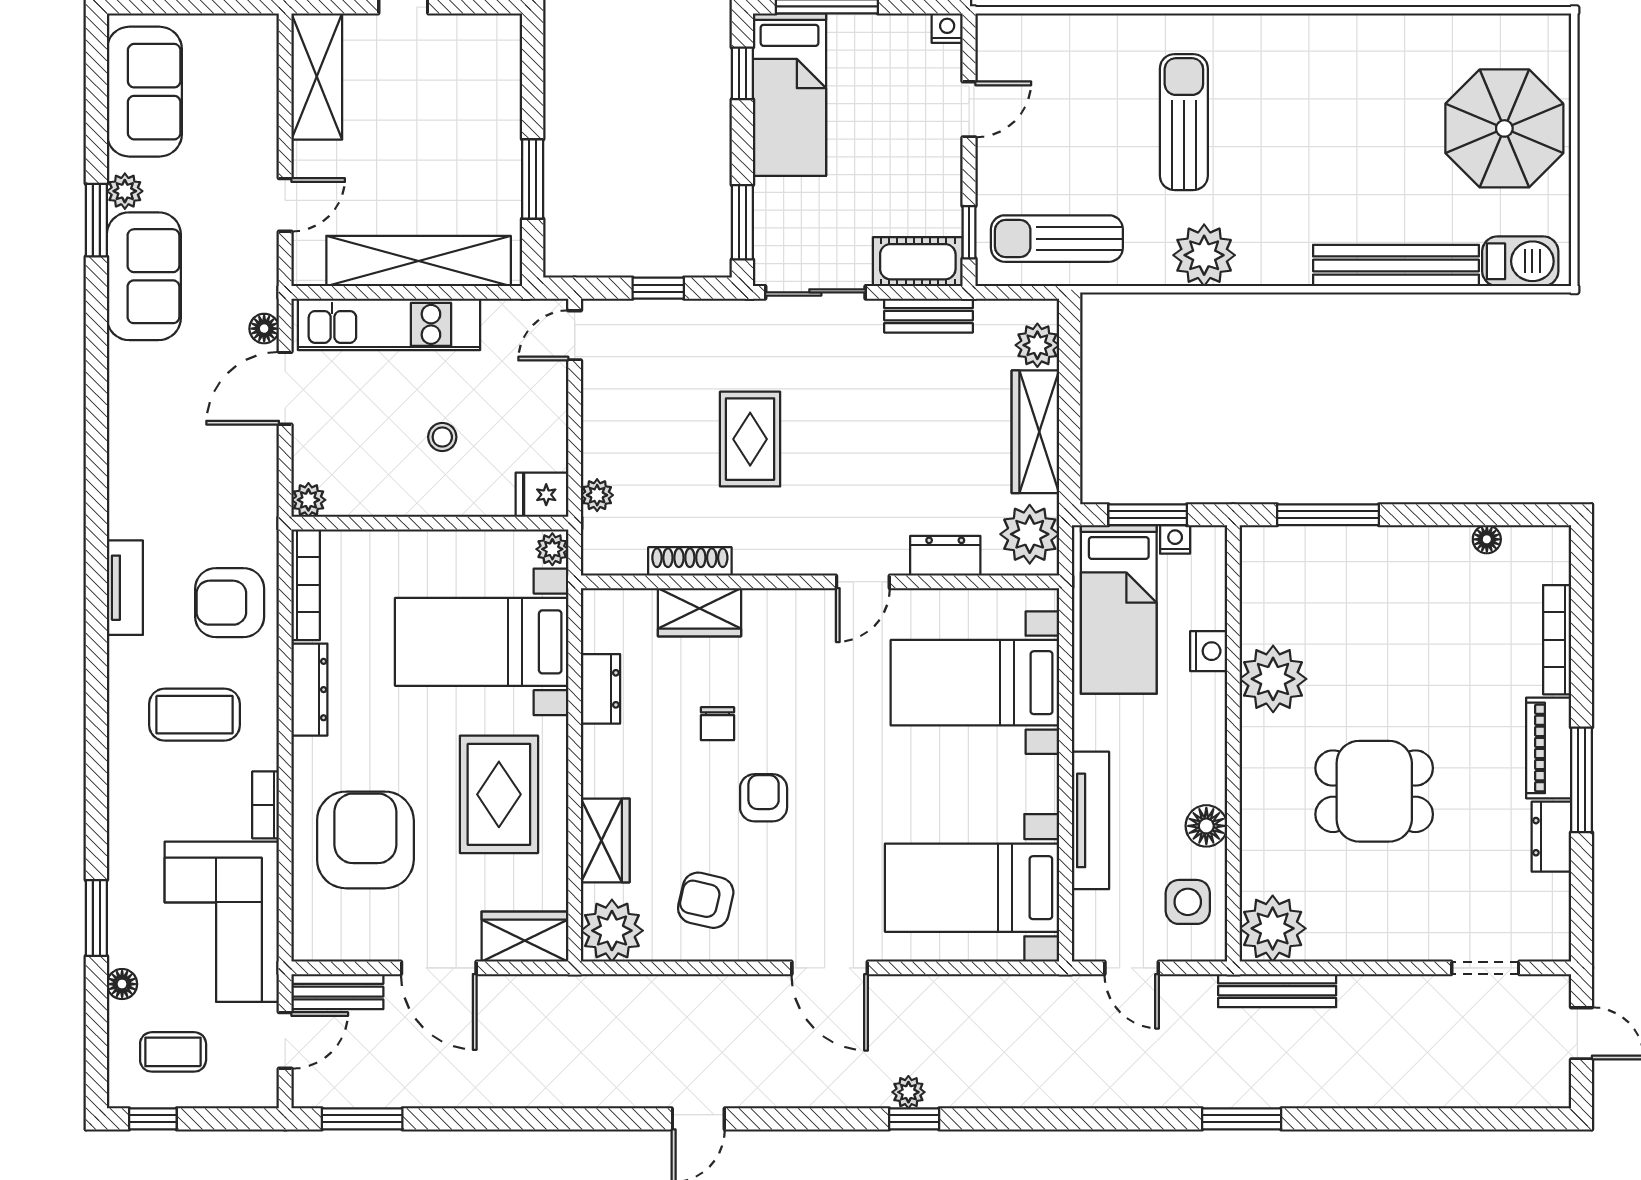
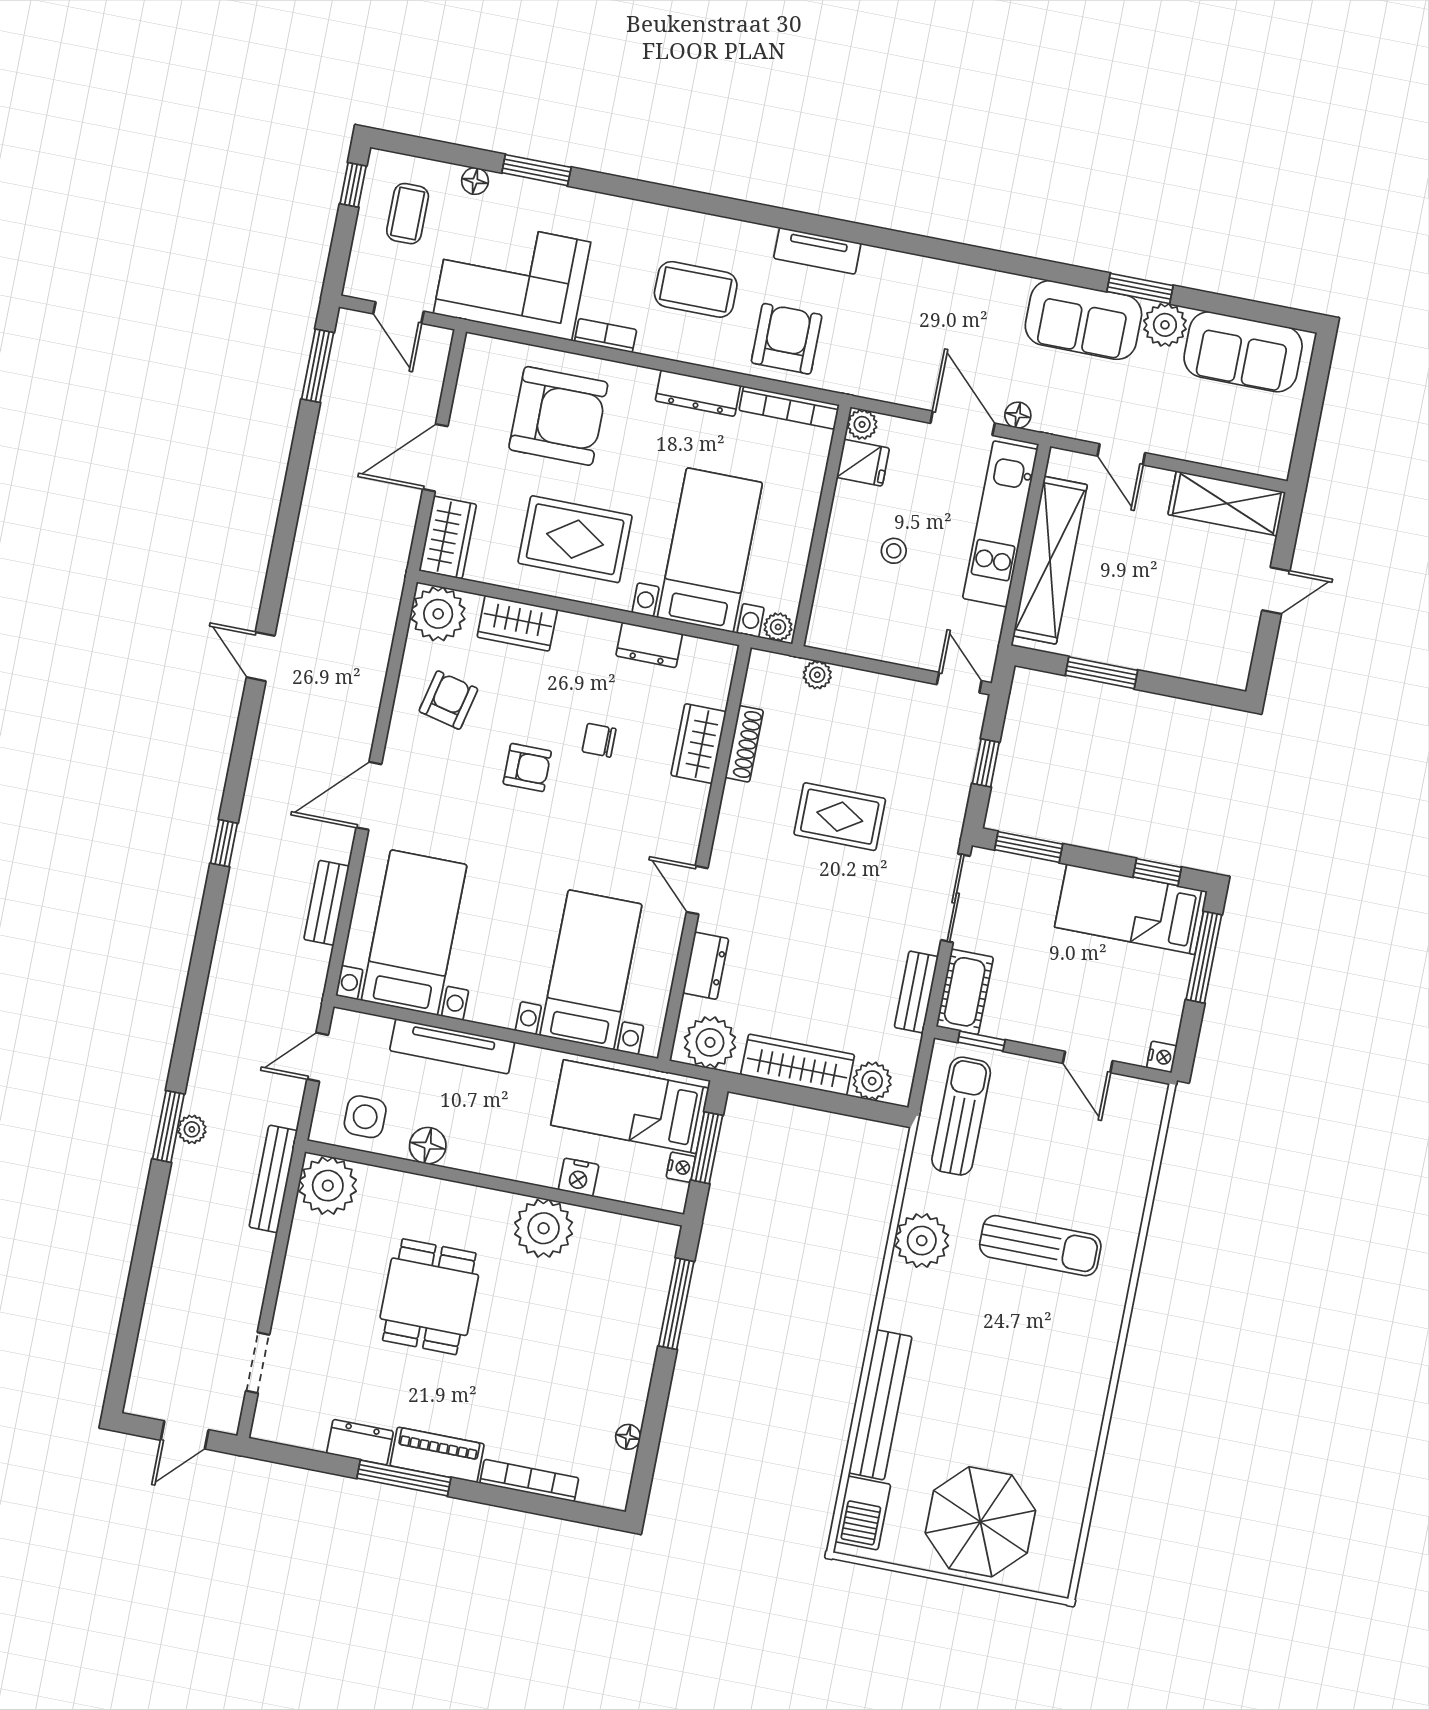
plant: (125, 191) -> (1165, 325), width x1.38, depth x1.38
fridge: (542, 495) -> (863, 463), moved, turned 90
coffee table: (195, 715) -> (696, 289), turned 90
bench: (337, 992) -> (327, 903), moved
plant: (908, 1092) -> (192, 1129), moved

